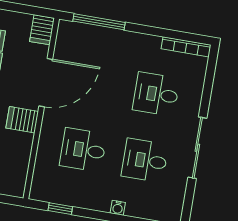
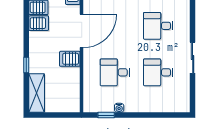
sliding door: (197, 148) -> (193, 58), width x0.73
water cooler: (118, 208) -> (119, 108), moved

